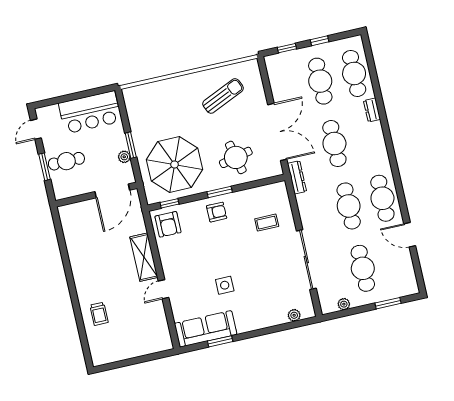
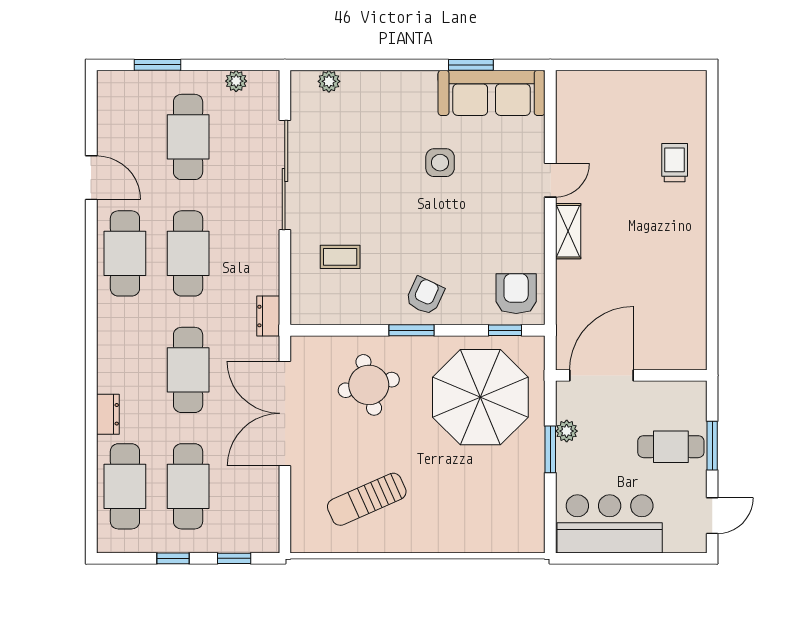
dresser: (297, 177) -> (268, 316), width x0.70
armchair: (217, 212) -> (425, 296), turned 115
shelving: (144, 257) -> (568, 231), width x0.67, depth x0.75

